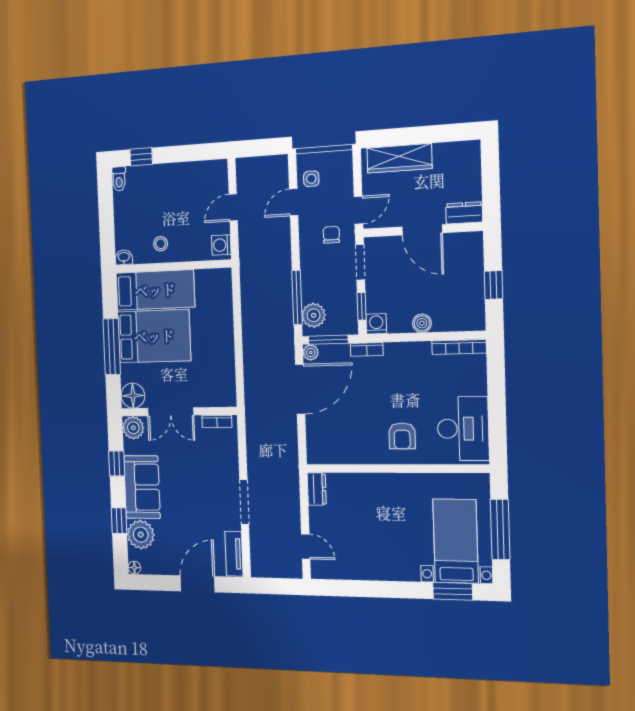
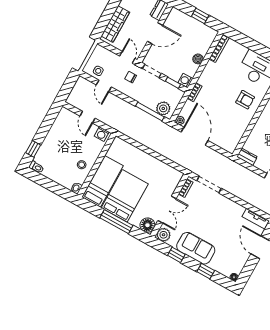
window: (328, 340) -> (179, 108), removed
doorway: (244, 502) -> (209, 184), moved
plant: (141, 535) -> (219, 263), removed

